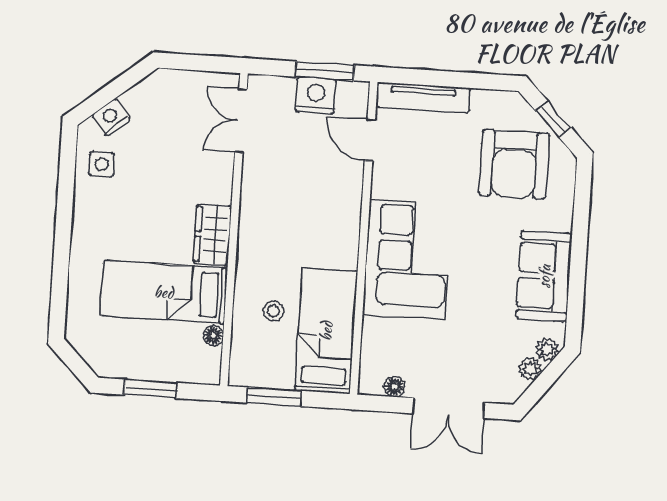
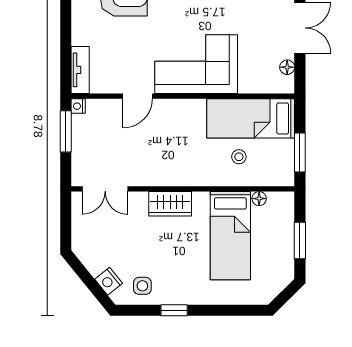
nightstand: (316, 95) -> (78, 106), moved, width x0.53, depth x0.56
tv unit: (423, 98) -> (80, 70), width x0.71
door: (370, 140) -> (138, 96), moved
window: (65, 206) -> (174, 310), added
wardrobe: (212, 235) -> (170, 204), moved

